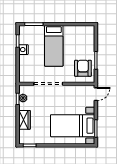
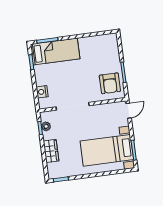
bed: (54, 46) -> (55, 52), moved, turned -90
nightstand: (23, 50) -> (42, 92), moved
armchair: (83, 68) -> (110, 83), turned 180

